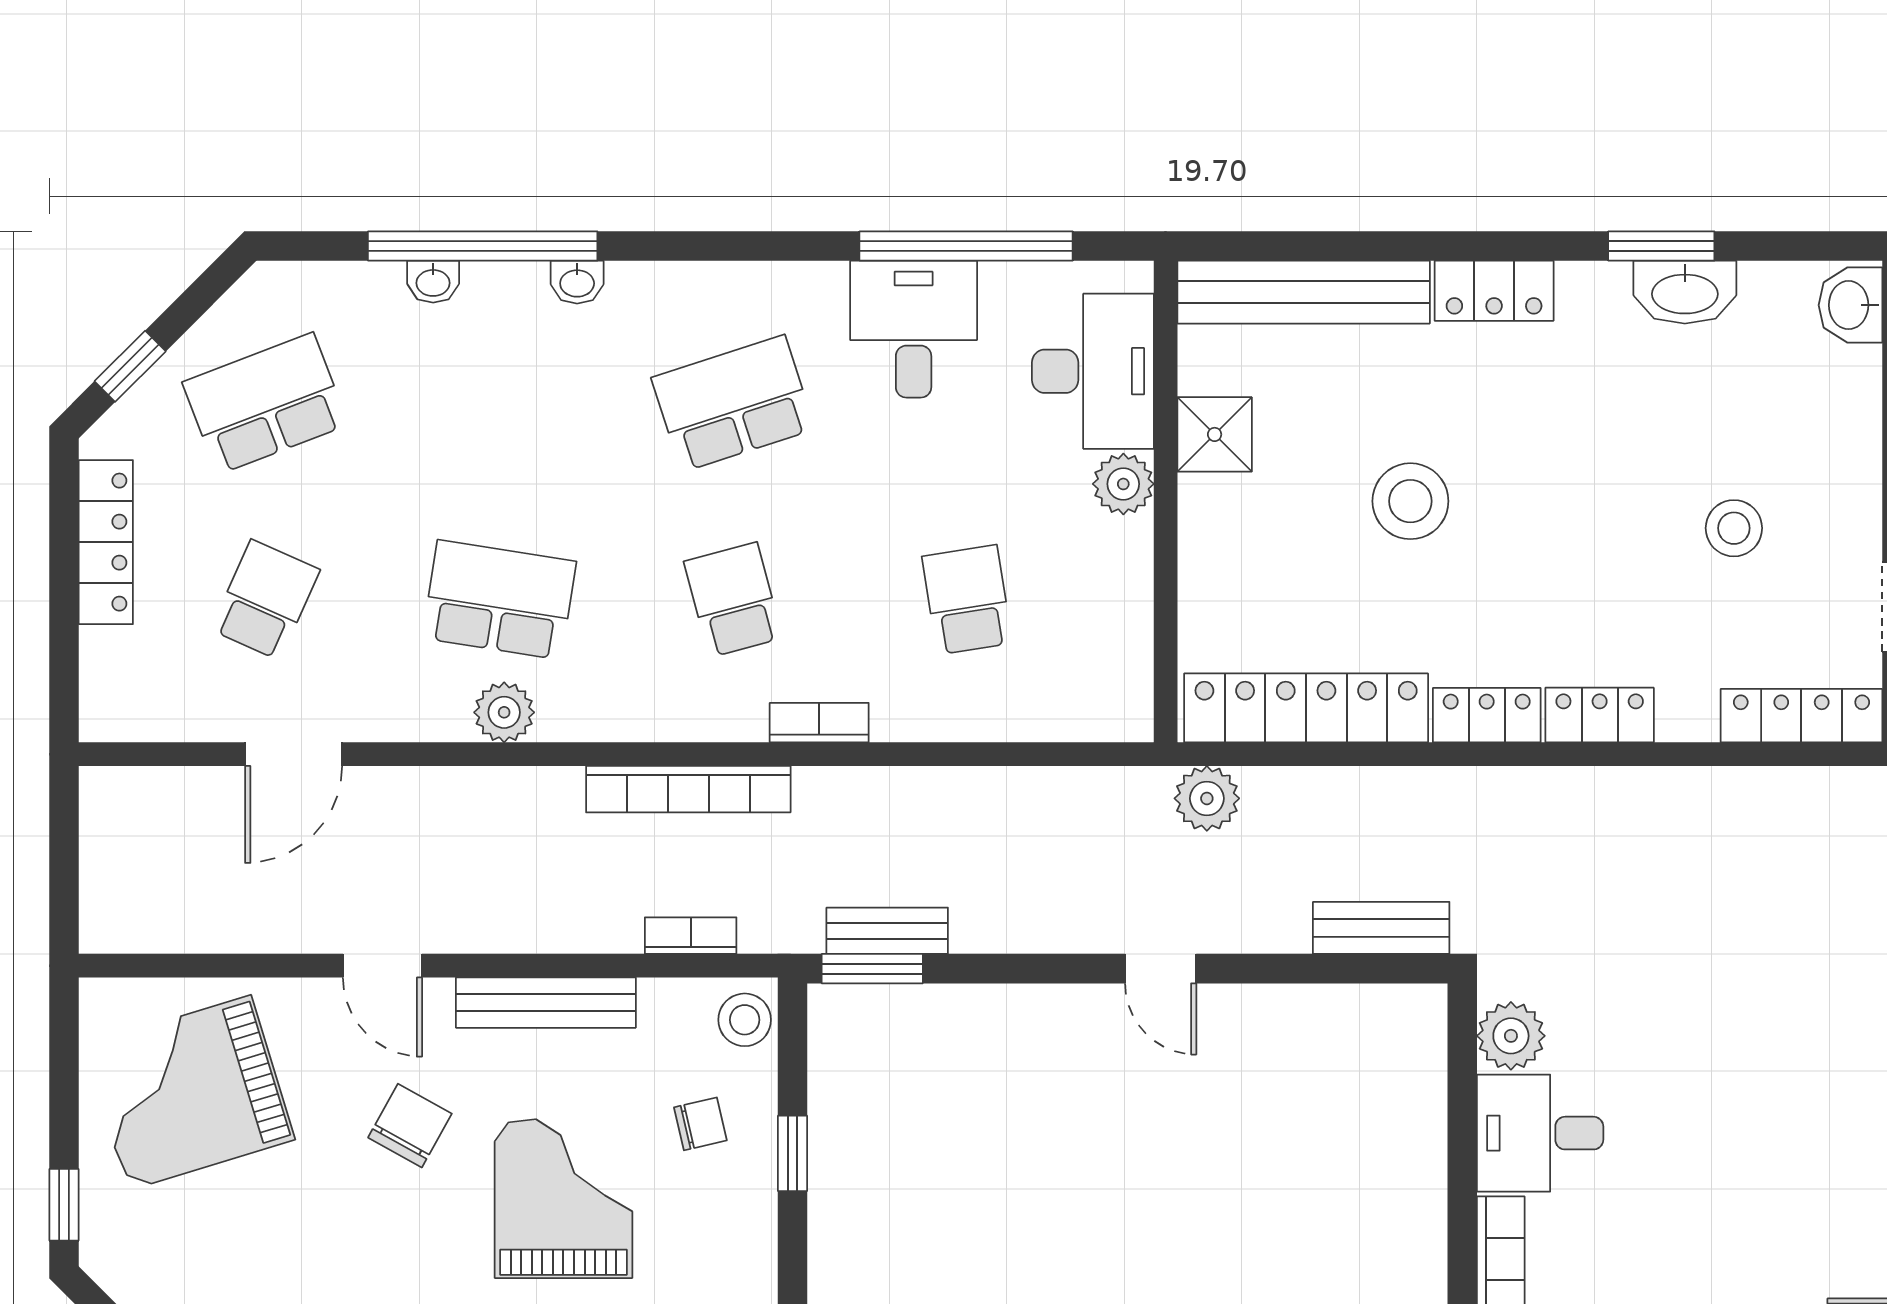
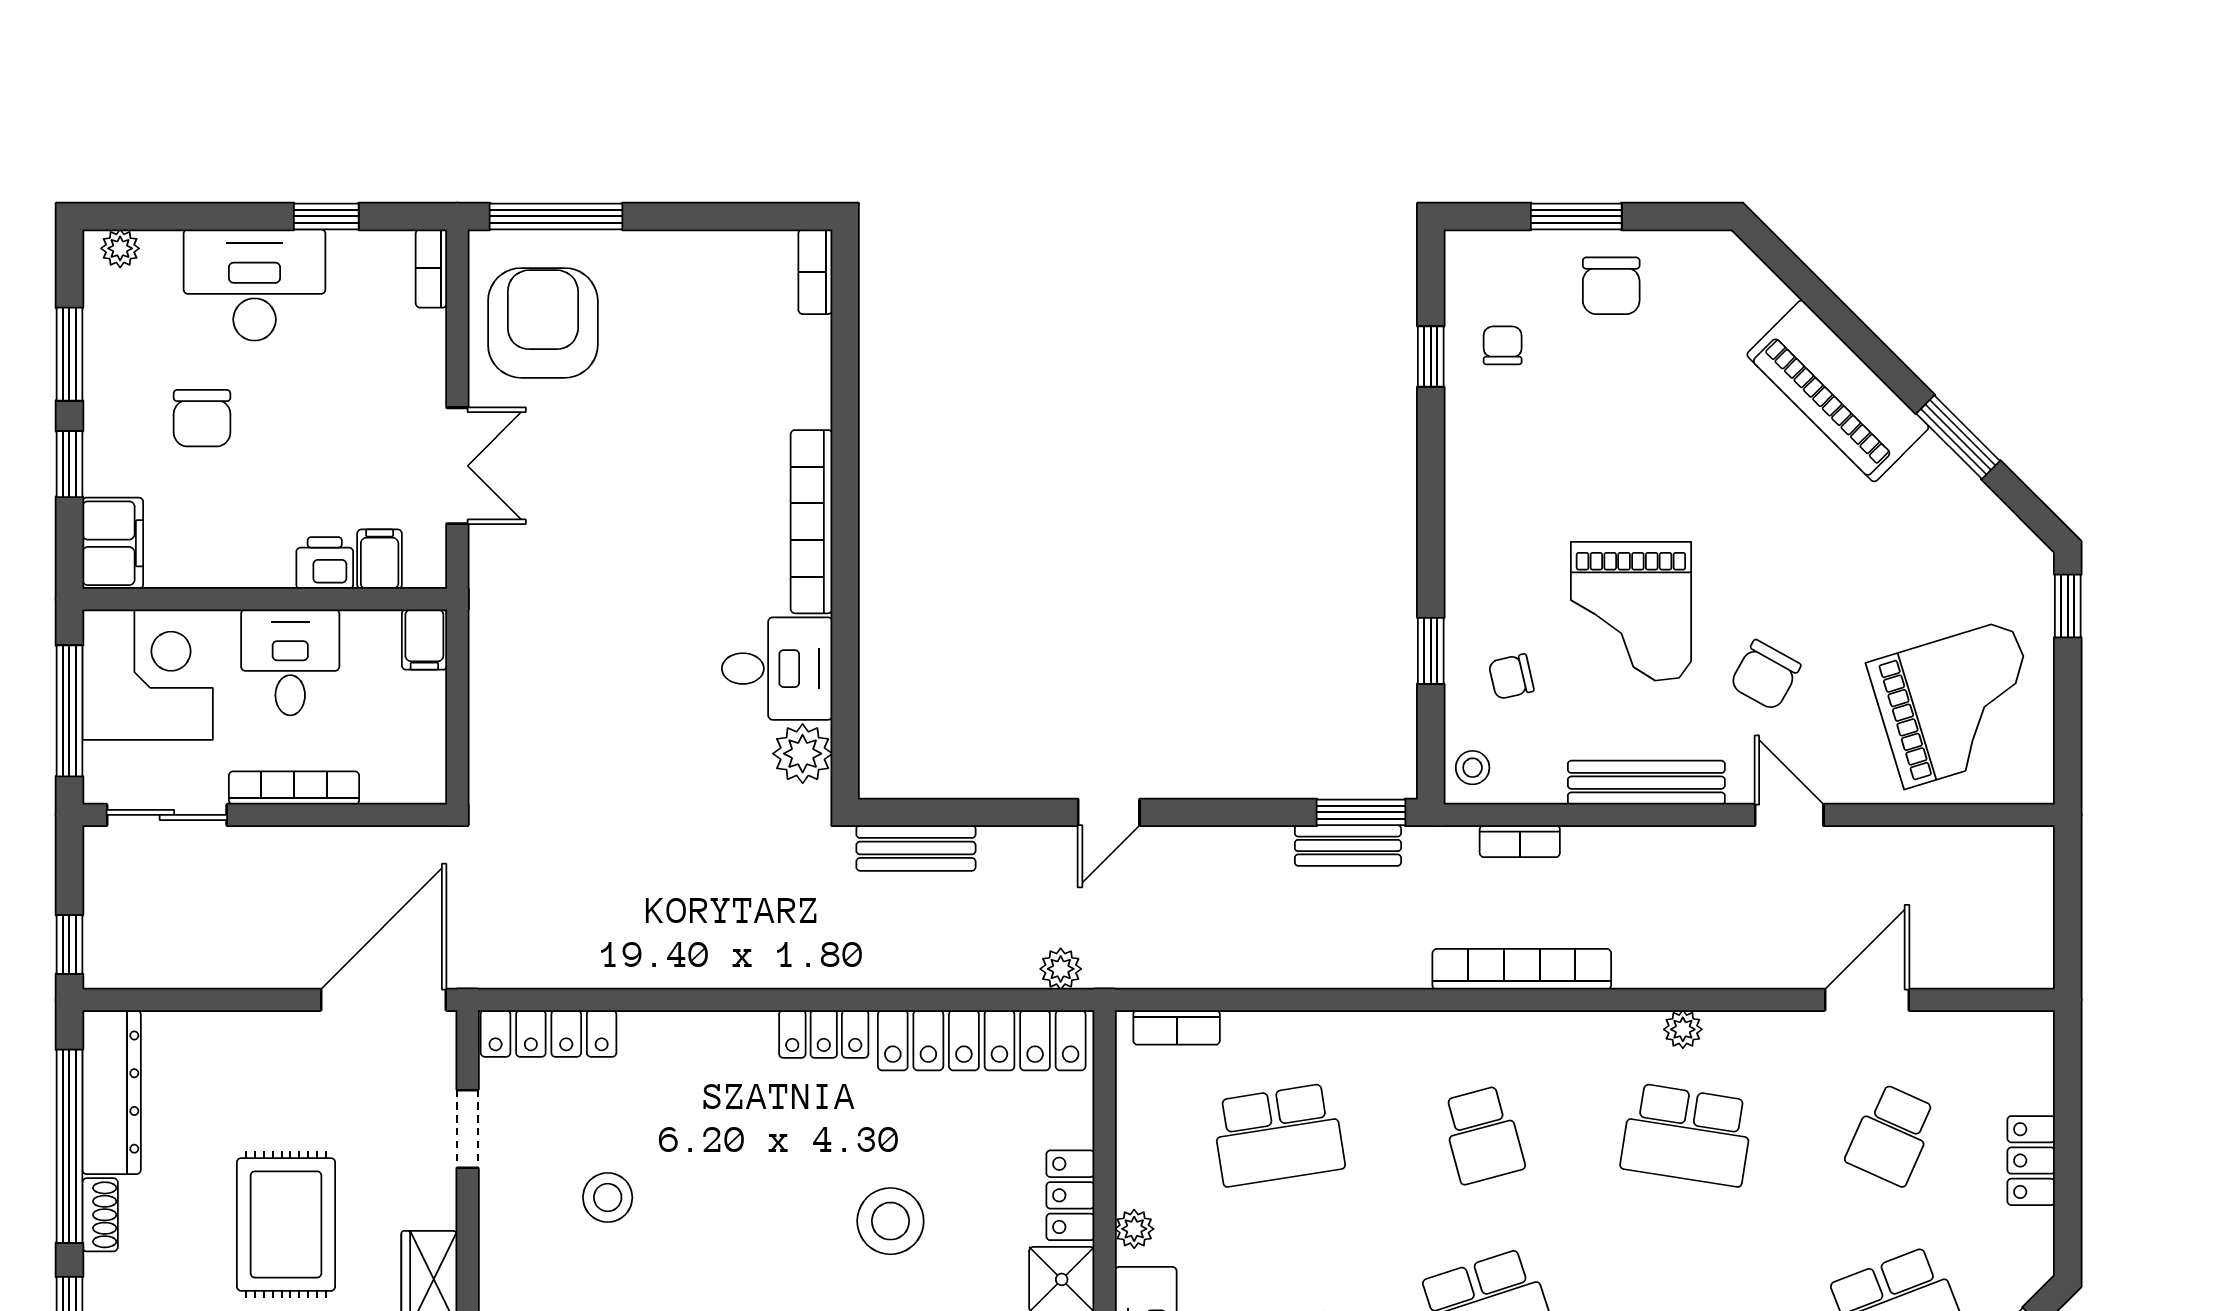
plant: (1123, 484) -> (1134, 1229), width x0.73, depth x0.73
locker: (106, 542) -> (2031, 1161), width x0.66
school desk: (967, 600) -> (1278, 1135), width x1.85
plant: (504, 712) -> (1683, 1029), width x0.73, depth x0.73
locker: (1600, 715) -> (1070, 1195), moved, turned 90
bookcase: (819, 723) -> (1177, 1027), moved
plant: (1207, 798) -> (1061, 969), width x0.73, depth x0.73
door: (1161, 969) -> (1109, 812), swing flipped
stool: (745, 1020) -> (1473, 768), width x0.73, depth x0.73

